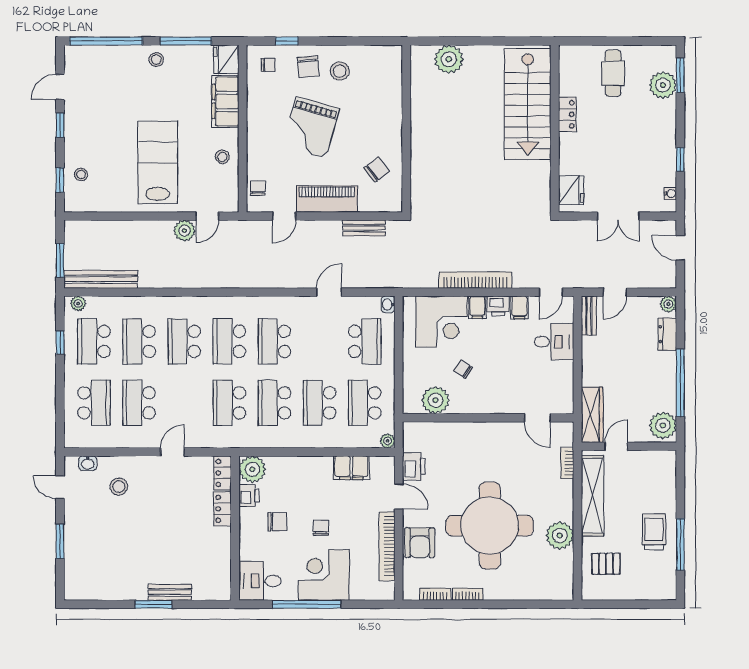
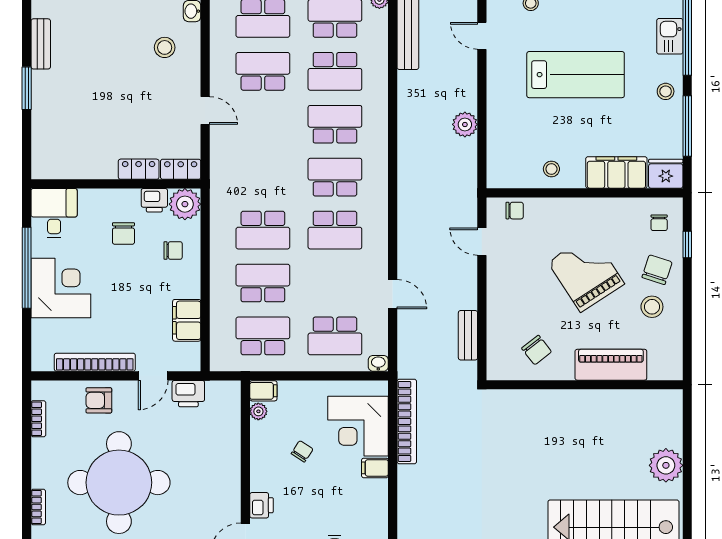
kitchen sink: (109, 56) -> (670, 36), added
plant: (449, 59) -> (666, 465), moved
chair: (308, 67) -> (657, 270), turned 114
grand piano: (311, 127) -> (586, 273), turned 41
lab bench: (158, 162) -> (576, 75), moved
piano: (327, 199) -> (611, 365), moved, turned -90
door: (207, 216) -> (482, 36), moved
bookcase: (475, 280) -> (407, 421), moved
printer: (498, 306) -> (261, 505), moved, turned 180
filing cabinet: (519, 308) -> (263, 391), moved, turned 180
school desk: (139, 341) -> (335, 71), turned 180
school desk: (274, 341) -> (335, 230), turned 180
plant: (435, 400) -> (258, 411), width x0.53, depth x0.53
school desk: (229, 403) -> (263, 177), removed
school desk: (274, 403) -> (263, 230), turned 180
plant: (388, 441) -> (218, 363), removed
chair: (321, 528) -> (173, 250), moved
armchair: (420, 543) -> (99, 400), width x0.72, depth x0.72
bench: (170, 592) -> (41, 44), moved
bookcase: (468, 594) -> (38, 507), moved

